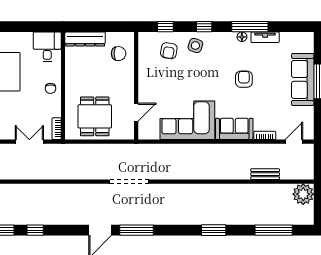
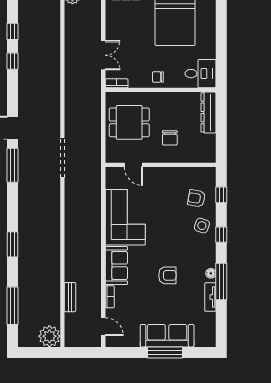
chair: (119, 54) -> (170, 138), moved

